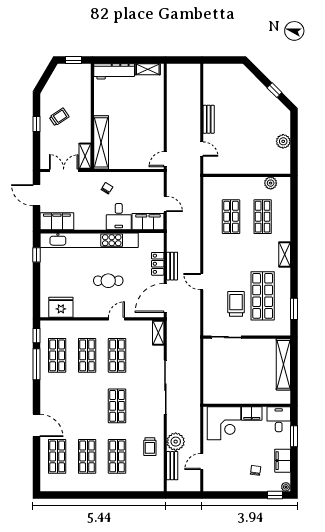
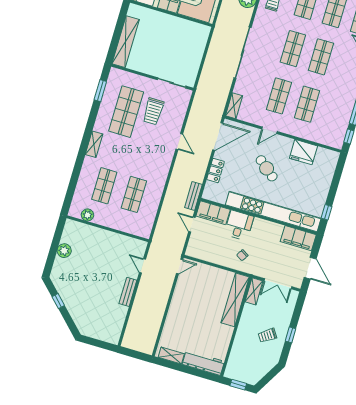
bench: (172, 266) -> (193, 196), moved
cafe table: (108, 281) -> (267, 168), turned 39
fridge: (61, 307) -> (303, 152), moved
shop shelf: (57, 355) -> (321, 57), moved

